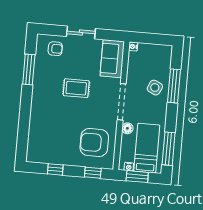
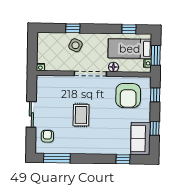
sofa: (112, 59) -> (141, 139), moved, turned 90
window: (29, 69) -> (57, 158), moved
window: (174, 86) -> (73, 28), width x0.46
window: (23, 132) -> (123, 159), added
window: (169, 149) -> (129, 29), width x0.46

